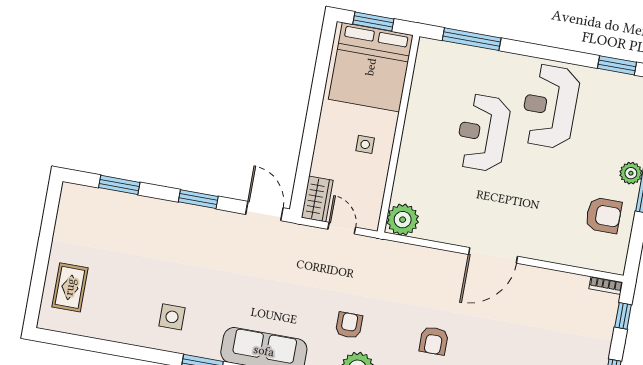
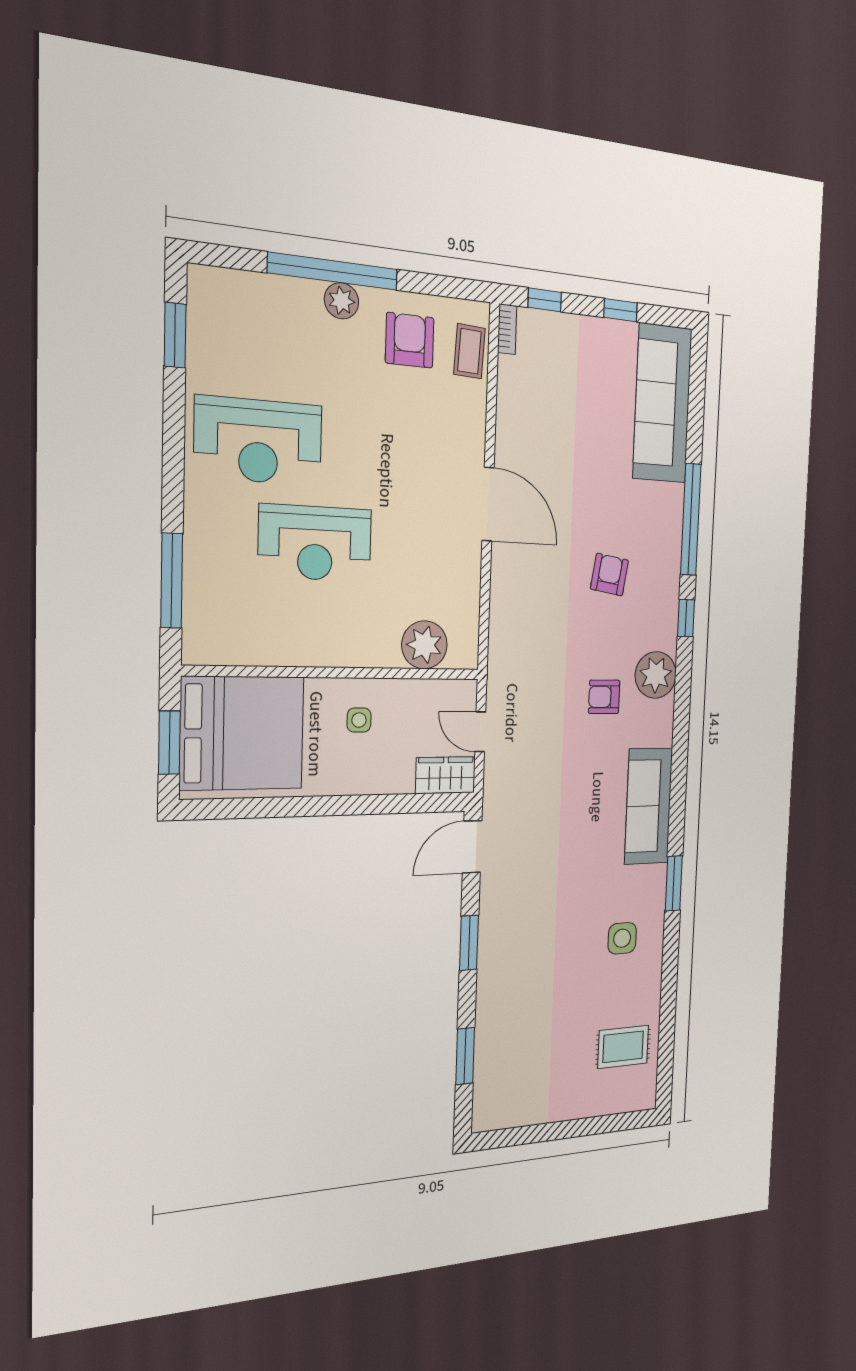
plant: (403, 220) -> (424, 645), moved
door: (342, 228) -> (480, 732), hinge flipped
coffee table: (594, 256) -> (469, 351), added
rug: (70, 287) -> (623, 1047), moved
armchair: (434, 341) -> (609, 575), turned -81

